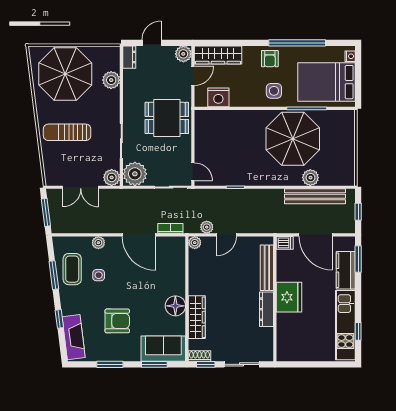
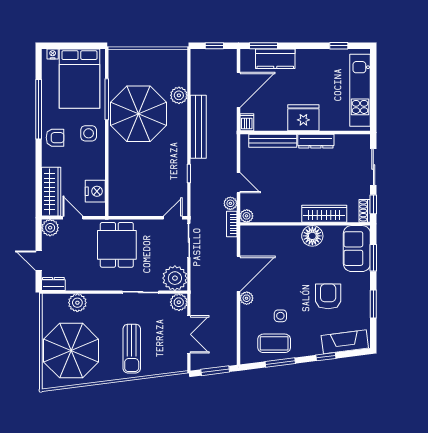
bench: (315, 196) -> (198, 127), moved
bookcase: (170, 228) -> (232, 224), moved
plant: (98, 243) -> (247, 298), moved
kitchen unit: (345, 325) -> (360, 90), moved, turned 90

